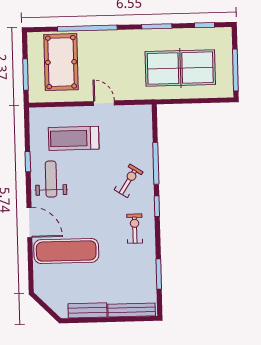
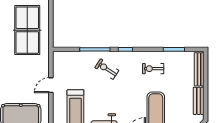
exercise bike: (135, 229) -> (153, 69), moved

